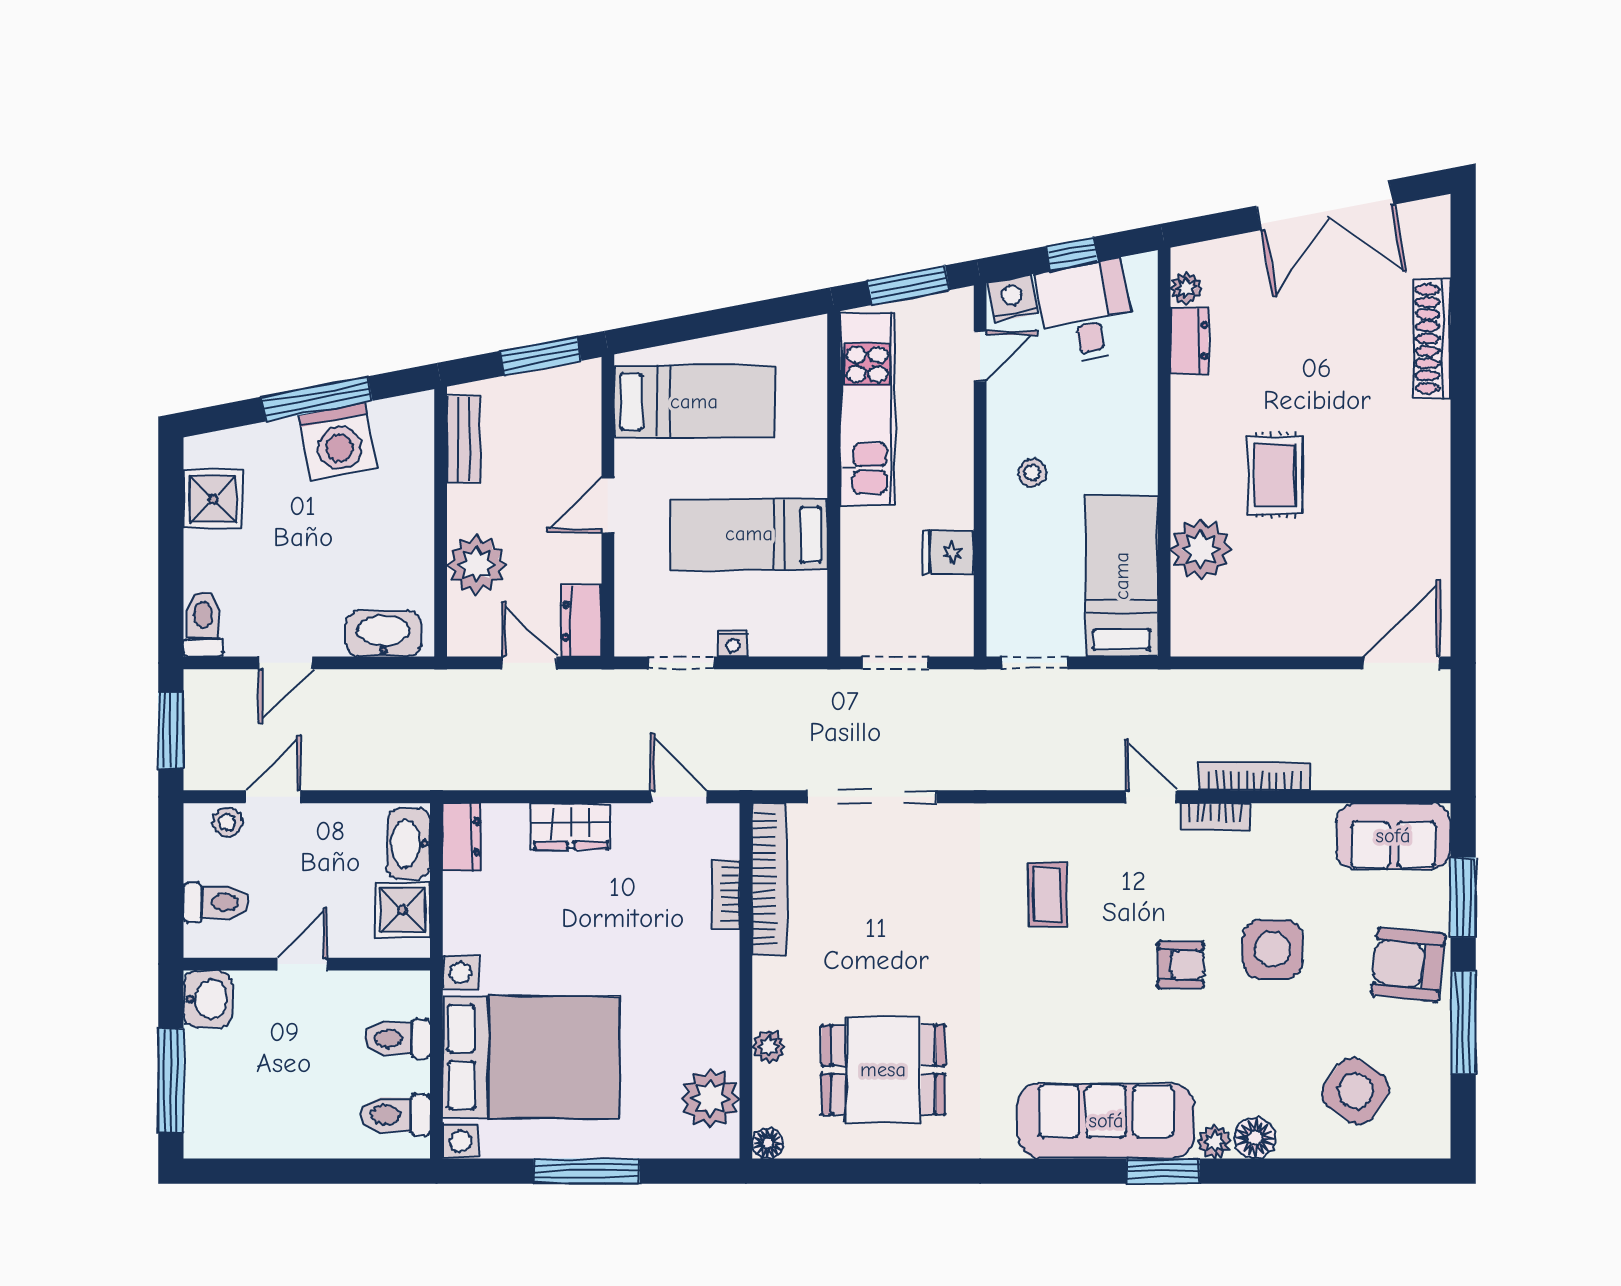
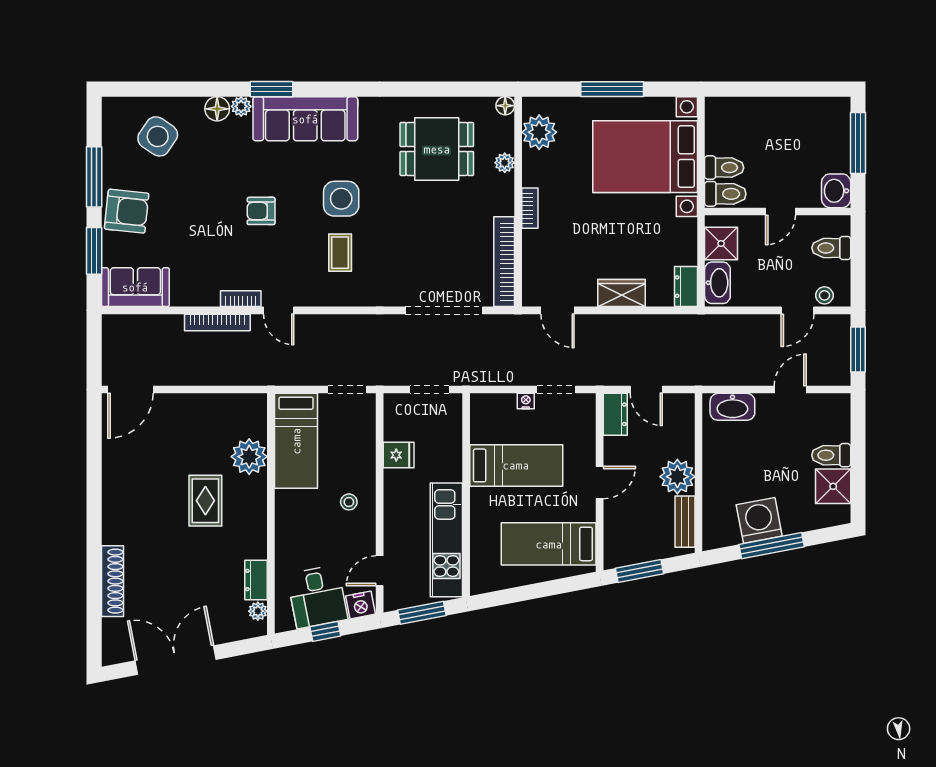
plant: (476, 565) -> (677, 477), moved
toilet: (203, 624) -> (831, 455), moved, turned 90
bookcase: (726, 894) -> (530, 208), moved
side table: (1273, 949) -> (341, 199), moved
toilet: (395, 1115) -> (725, 194), moved

